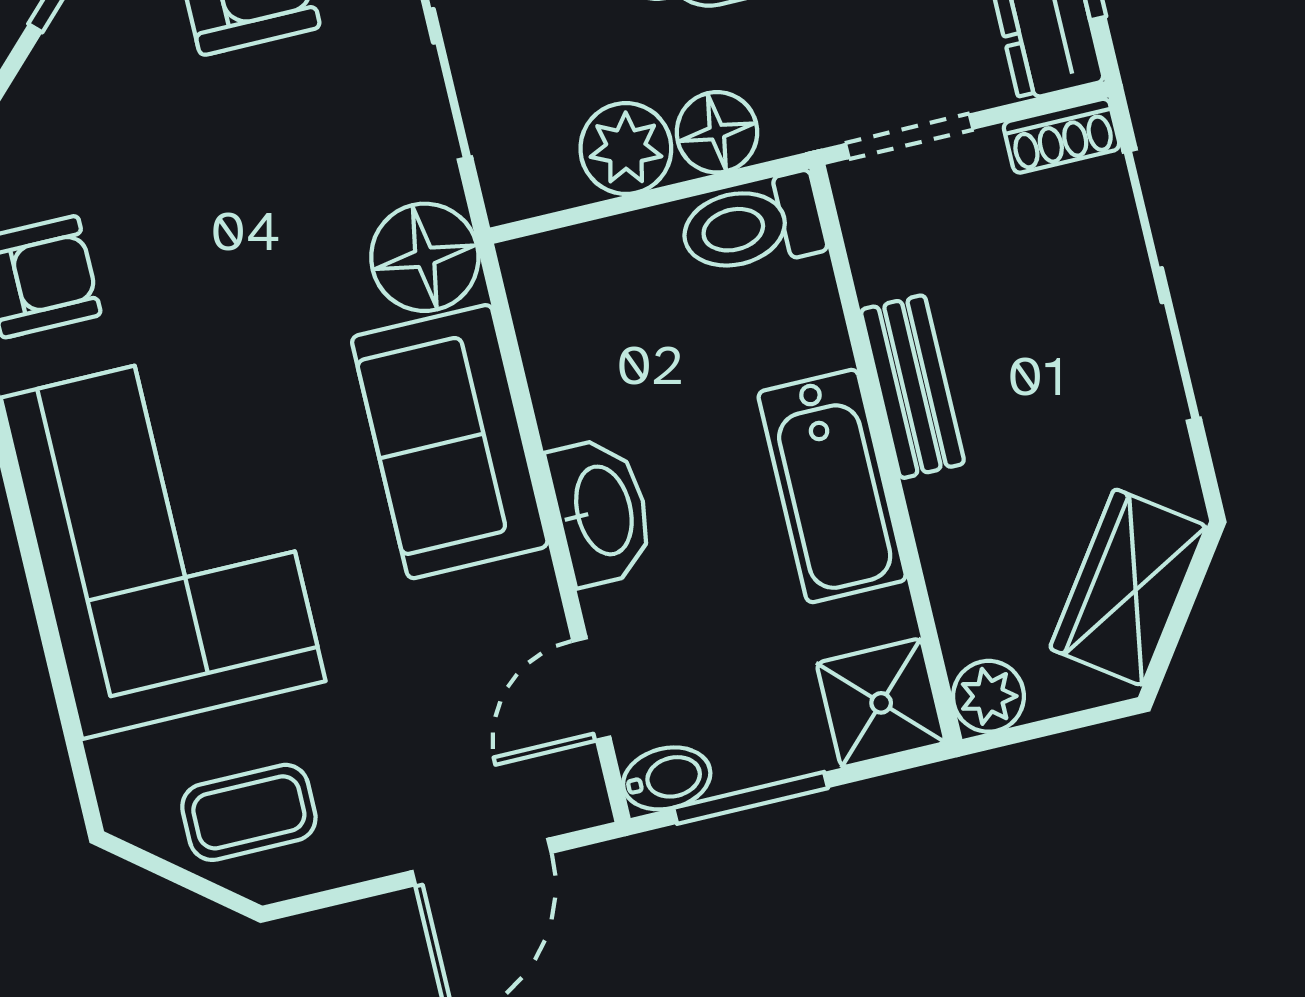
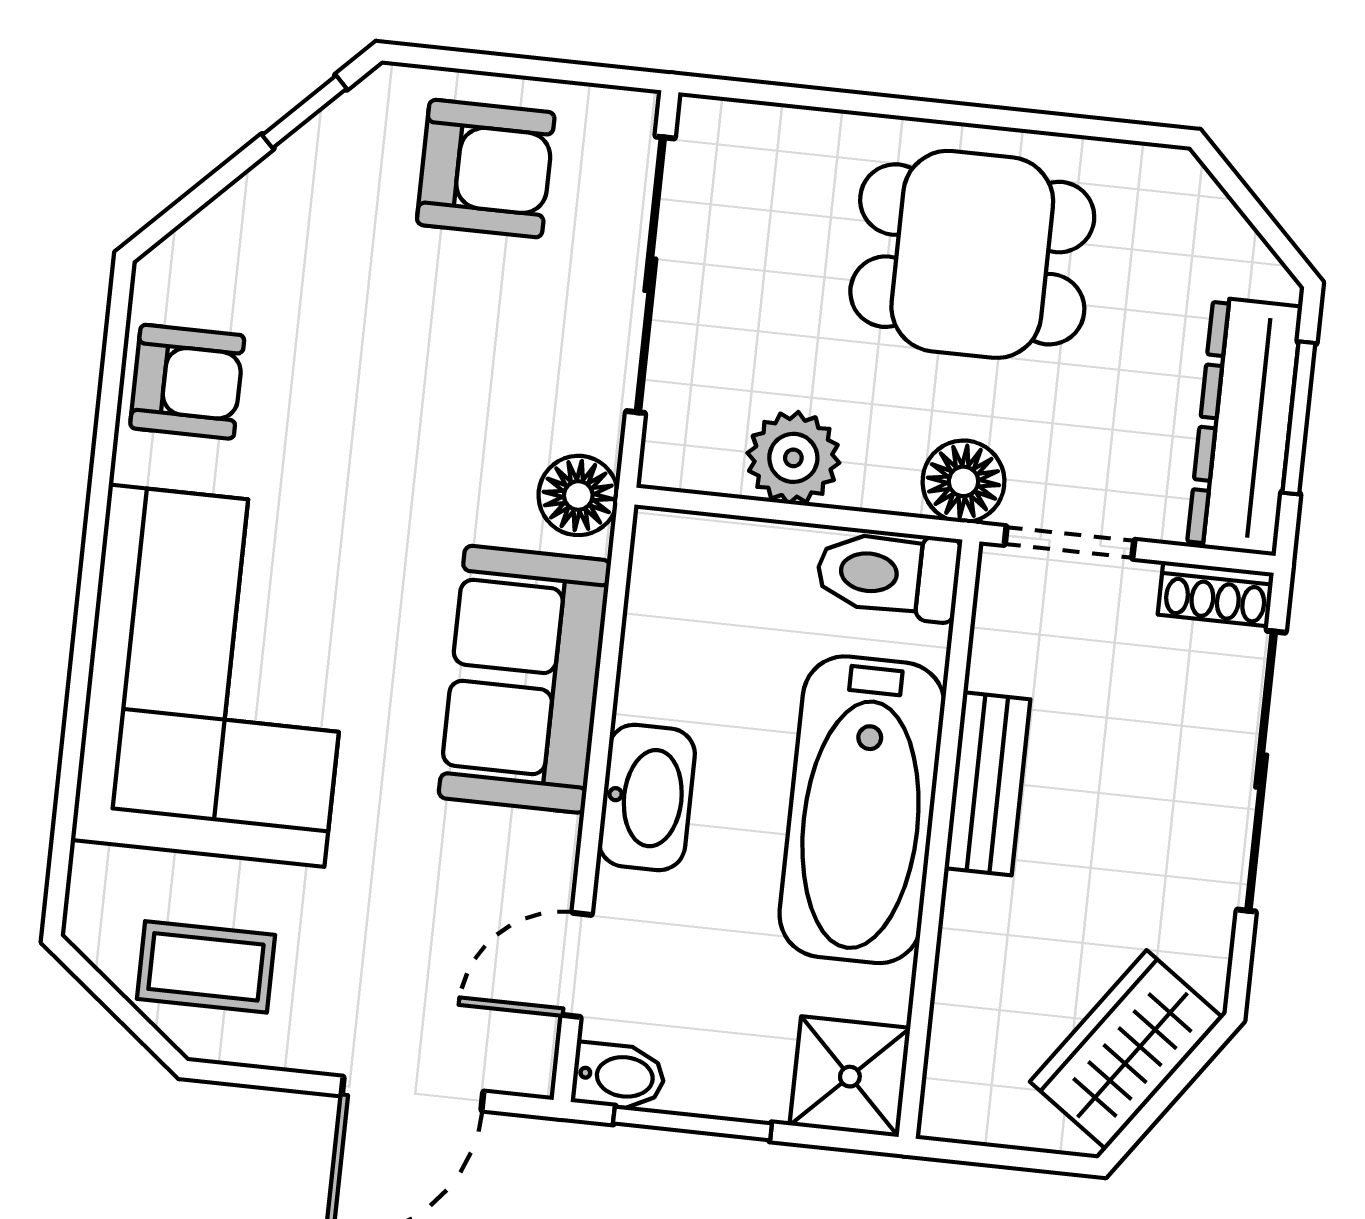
floor lamp: (717, 132) -> (963, 481), moved
floor lamp: (425, 257) -> (578, 495), width x0.73, depth x0.73
bathtub: (832, 486) -> (862, 810), width x1.36, depth x1.36
plant: (988, 696) -> (955, 1107), removed

